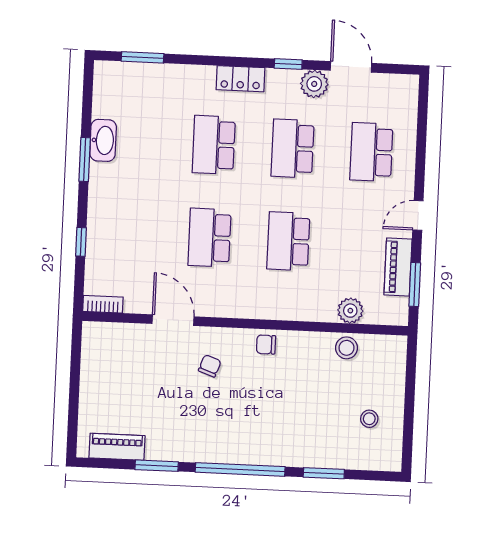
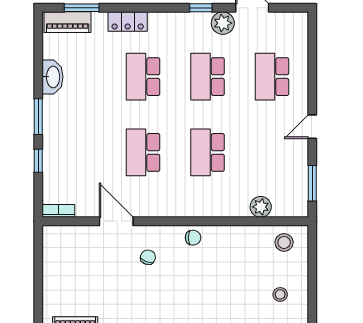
locker: (240, 79) -> (128, 22), moved
window: (85, 159) -> (38, 117), moved
piano: (398, 267) -> (68, 22), moved, turned -90
chair: (266, 344) -> (193, 238), turned 180
stool: (347, 348) -> (284, 242), moved

